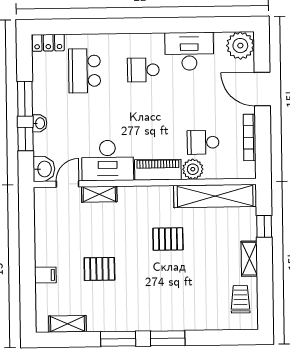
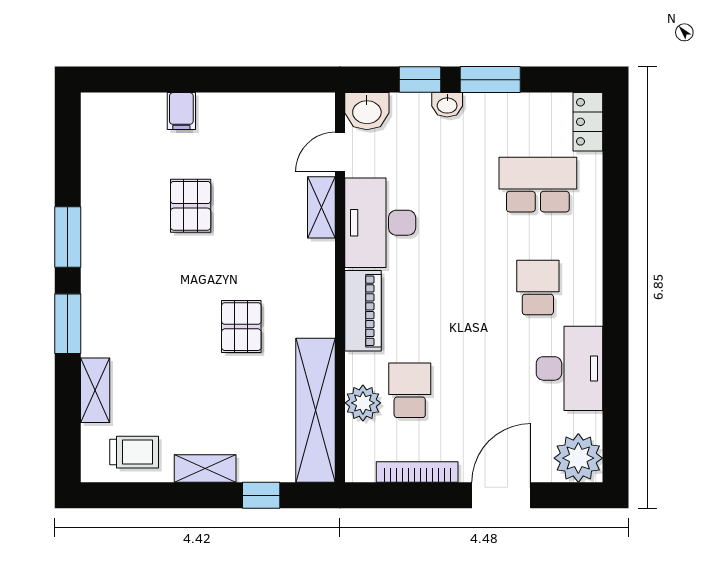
plant: (193, 169) -> (363, 403), moved
door: (67, 184) -> (340, 152), swing flipped
shelving: (68, 324) -> (95, 390), moved

